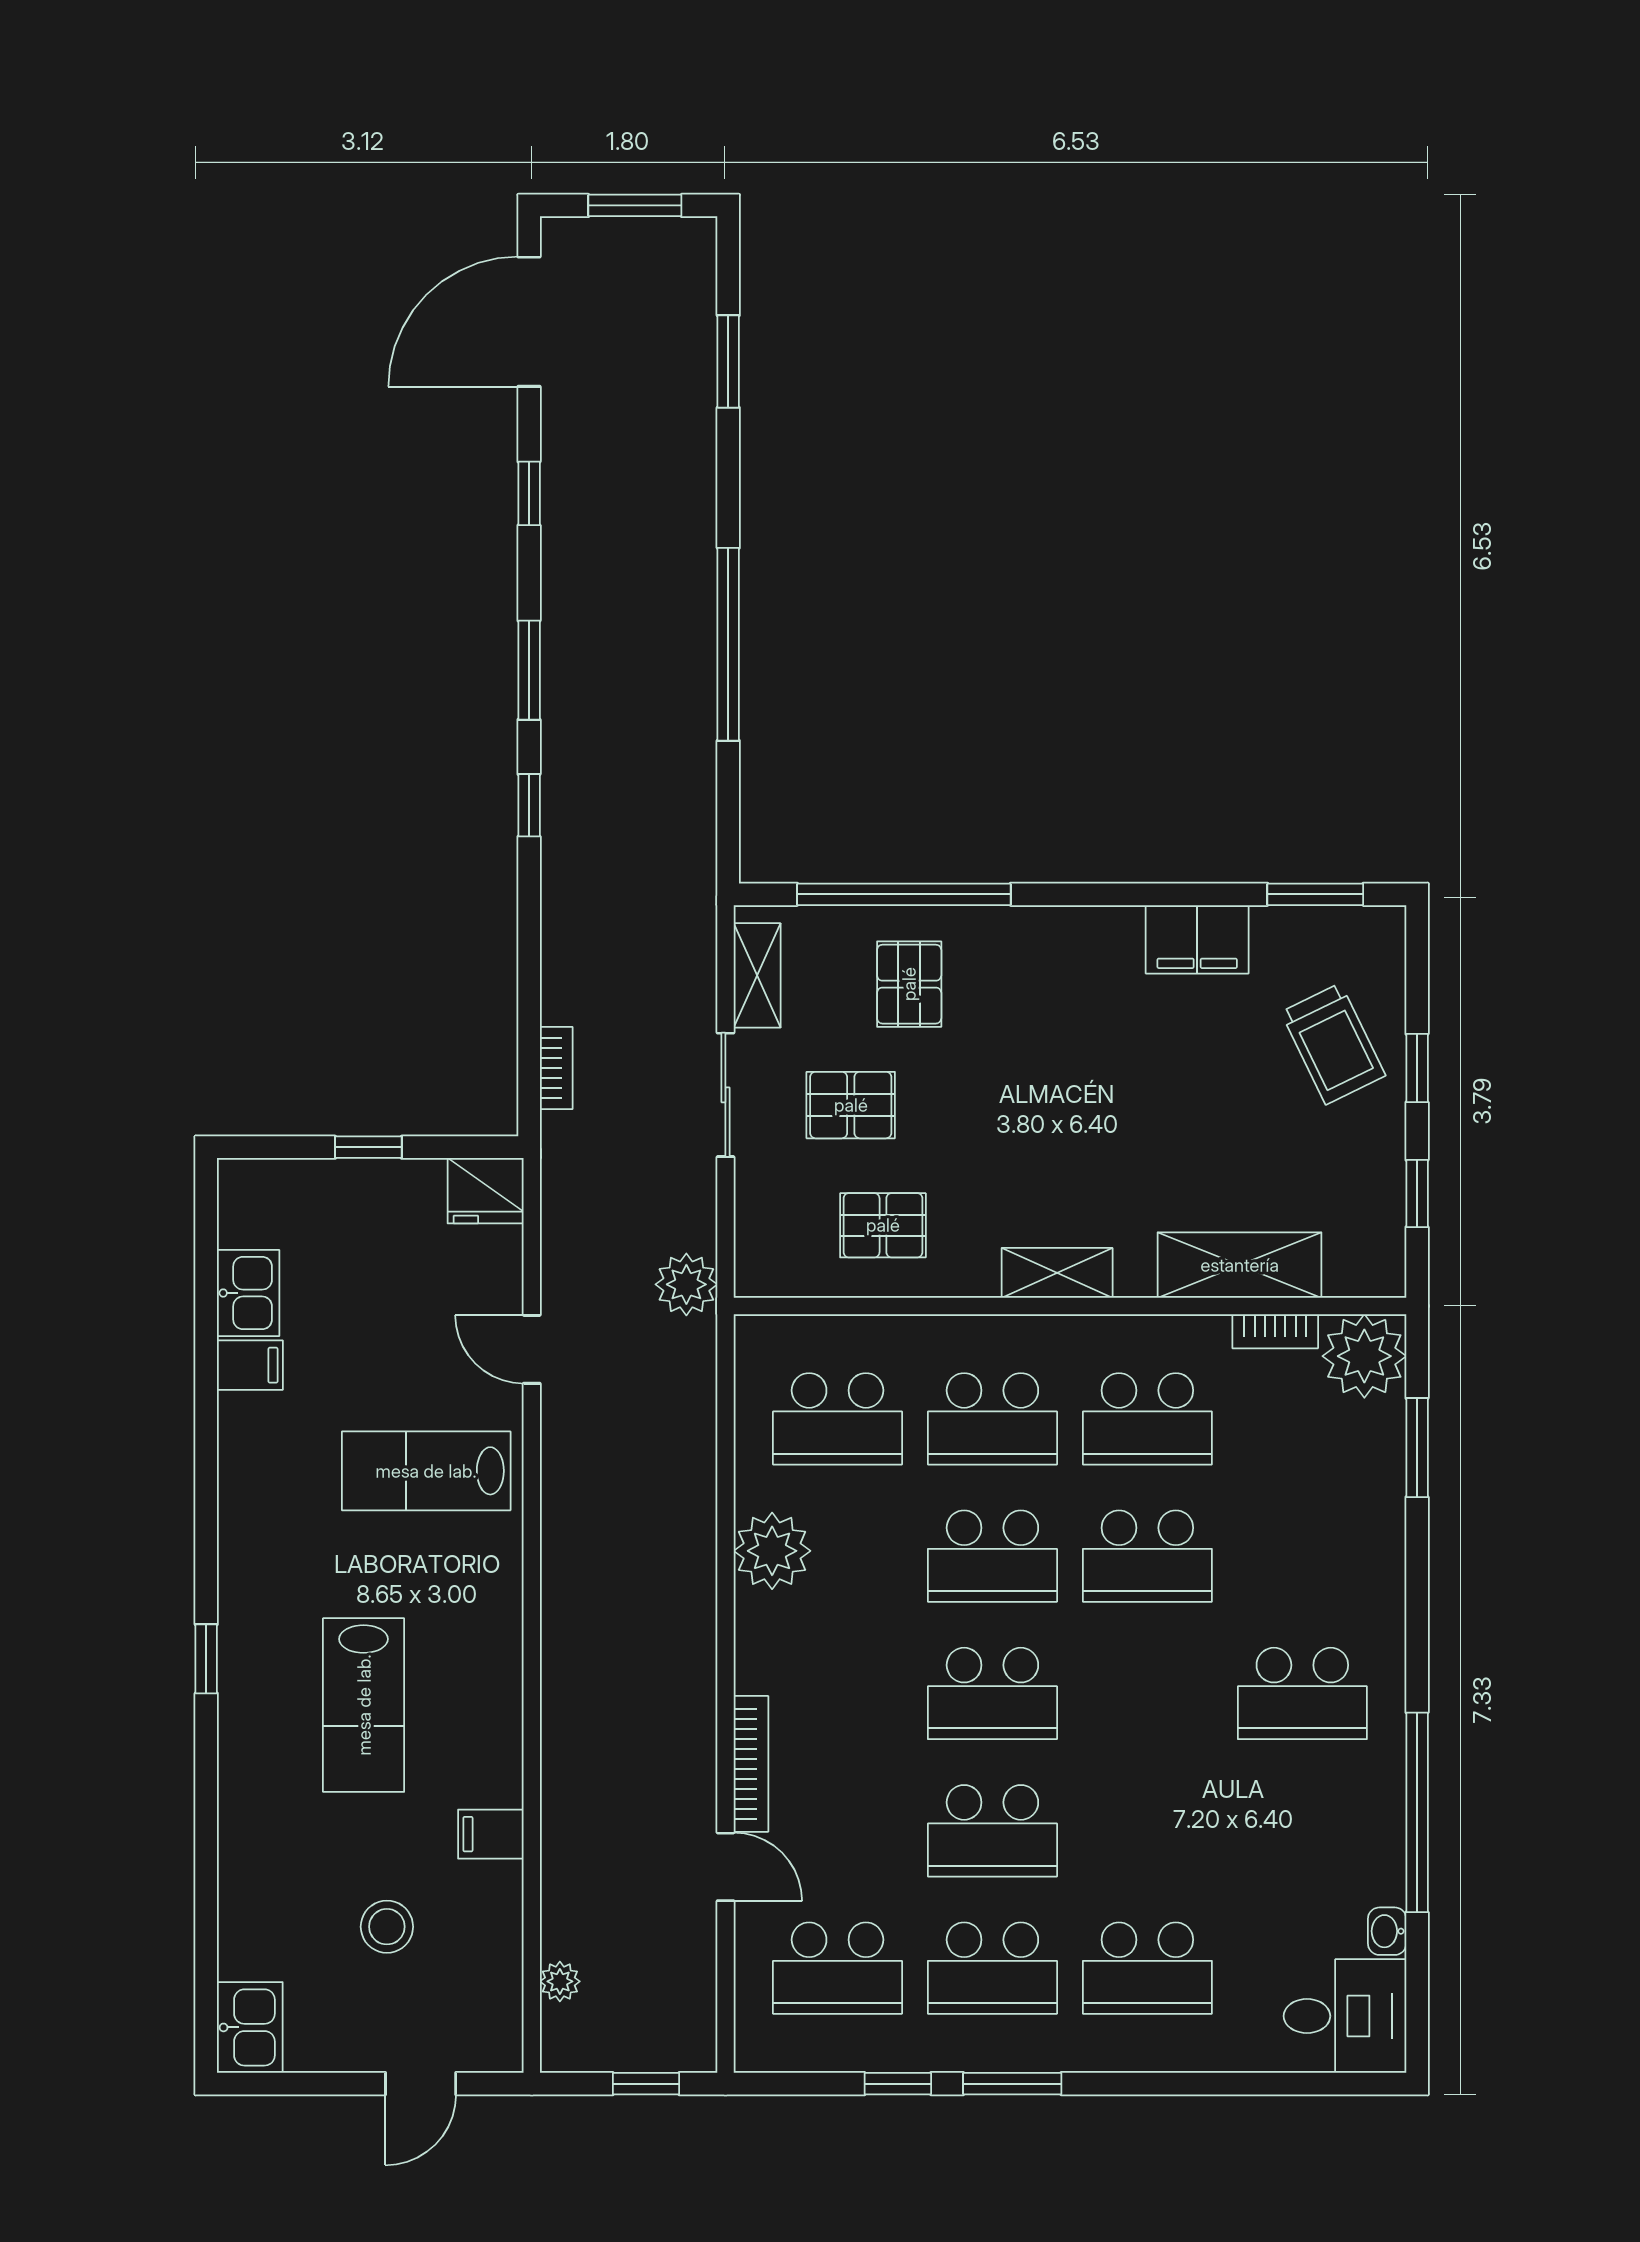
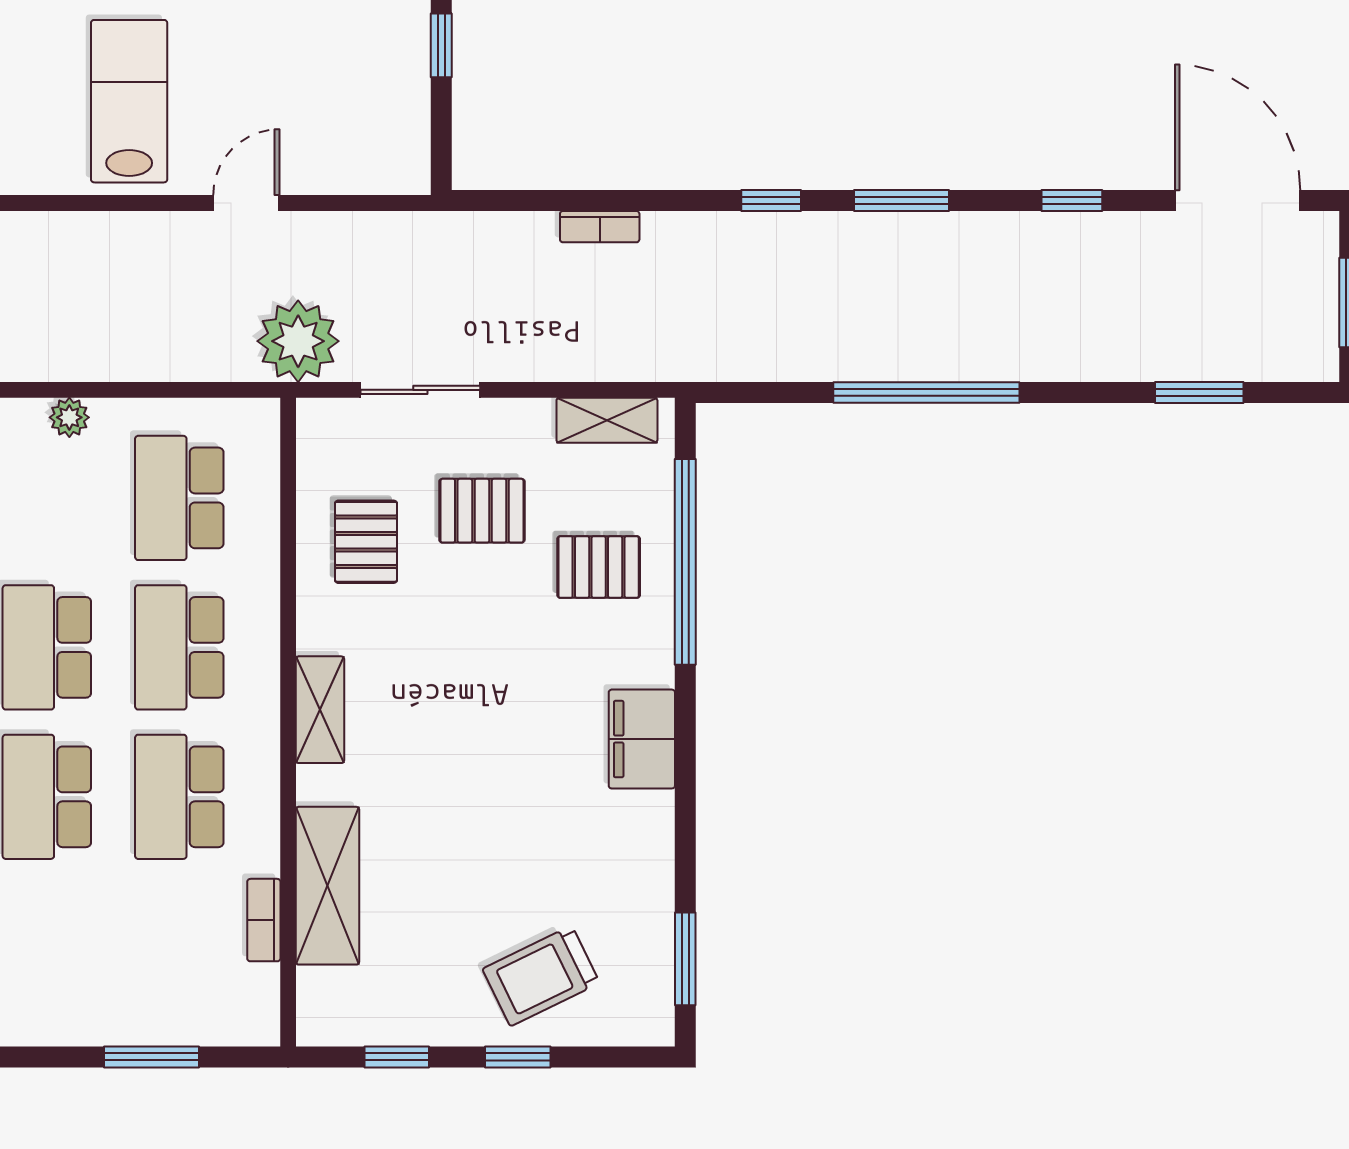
filing cabinet: (1197, 939) -> (642, 739), moved
bookcase: (556, 1068) -> (600, 227), moved
sliding door: (725, 1095) -> (420, 390), moved
pallet: (851, 1105) -> (482, 511), turned 90
fridge: (486, 1191) -> (399, 159), removed
plant: (686, 1284) -> (298, 341), width x1.36, depth x1.36
plant: (1364, 1356) -> (240, 1006), removed
plant: (772, 1551) -> (69, 417), width x0.53, depth x0.53

